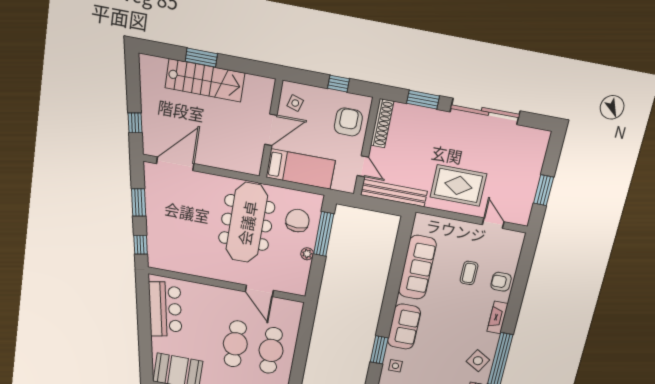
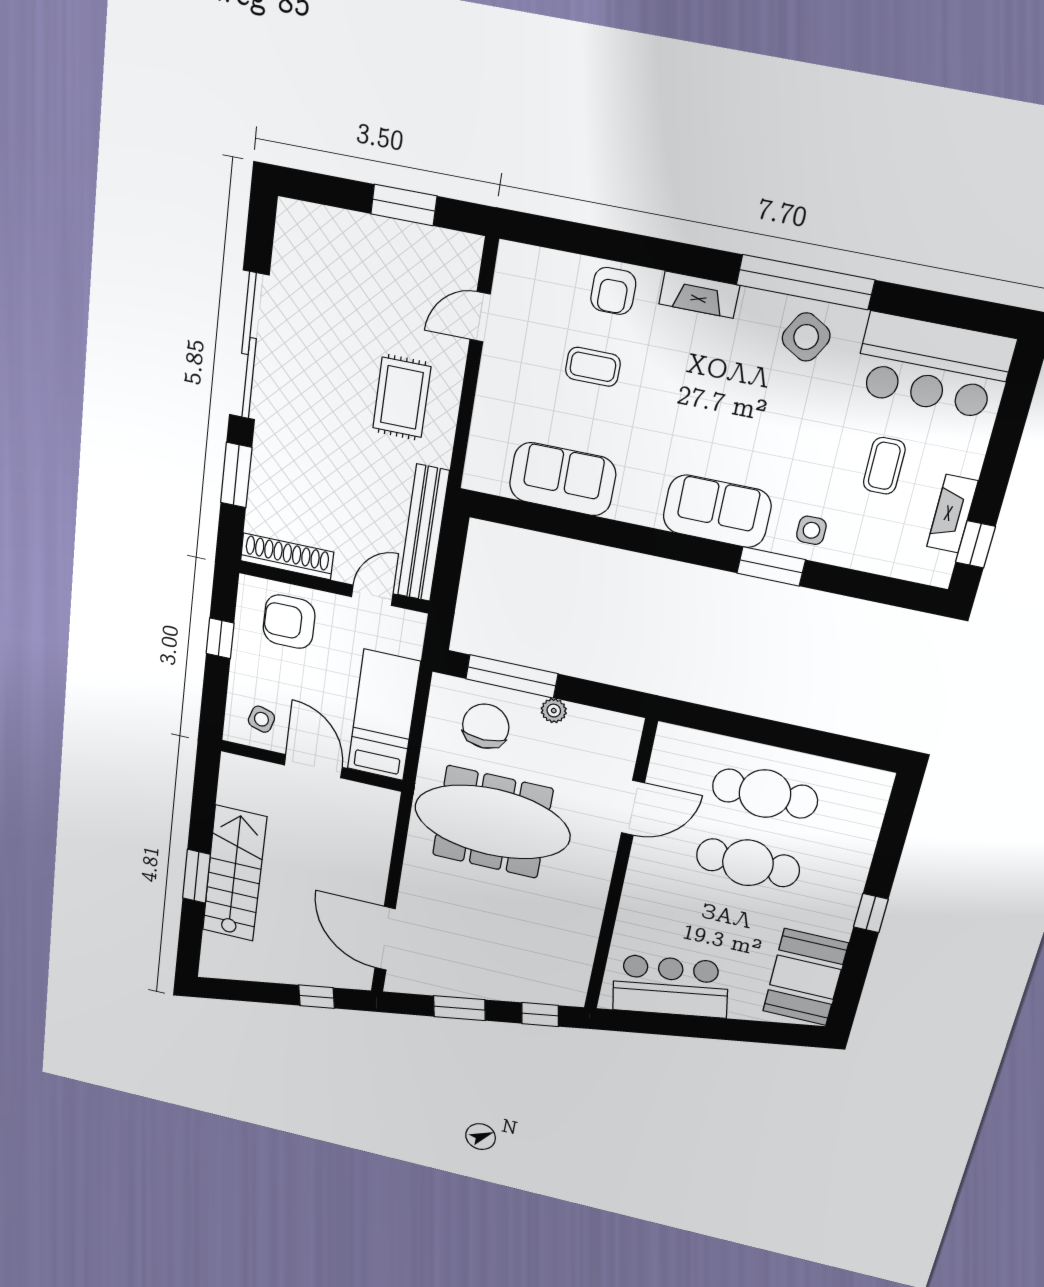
rug: (458, 185) -> (402, 397), width x0.73, depth x0.70
chair: (297, 221) -> (486, 726), turned 90
sofa: (417, 267) -> (563, 479), width x0.73

